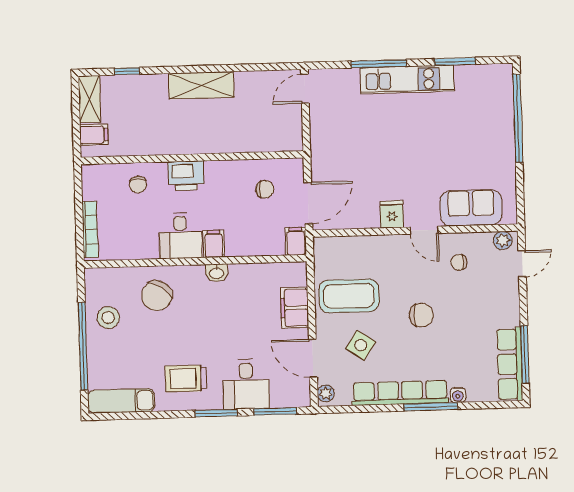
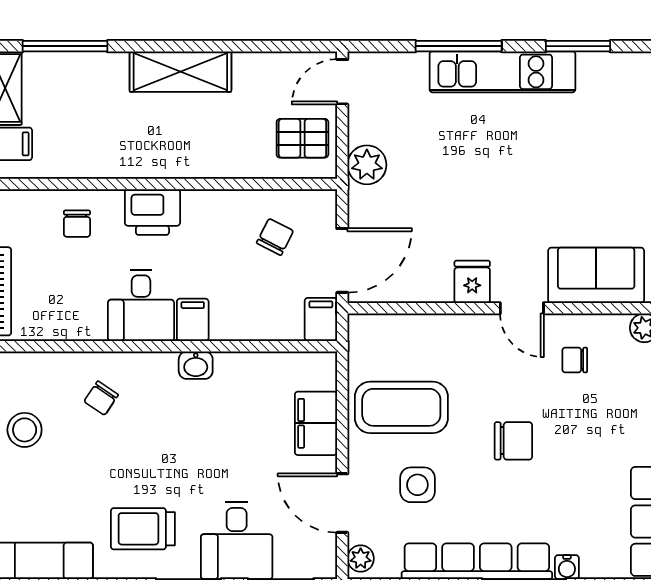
window: (127, 71) -> (65, 46), width x2.17
pallet: (281, 126) -> (302, 138), added
plant: (322, 141) -> (367, 165), added
chair: (265, 189) -> (275, 237), turned -63
chair: (157, 296) -> (101, 398), width x0.54, depth x0.54
side table: (361, 345) -> (417, 485), turned -33

